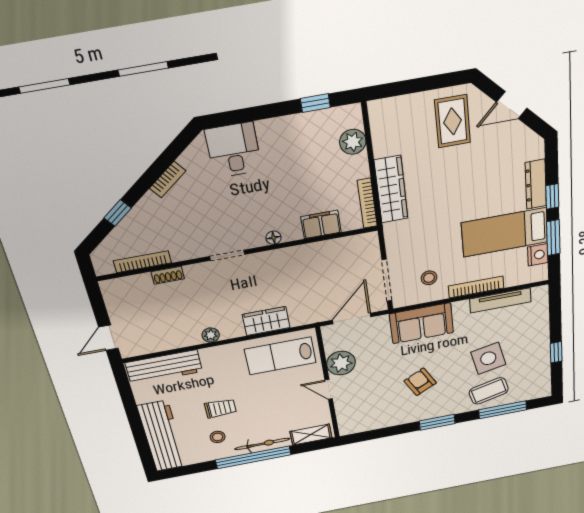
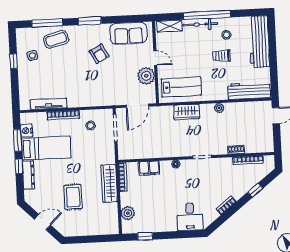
rug: (452, 121) -> (73, 197), moved
sofa: (421, 323) -> (128, 33), moved, turned 180
side table: (488, 358) -> (32, 56), moved, width x0.54, depth x0.54

